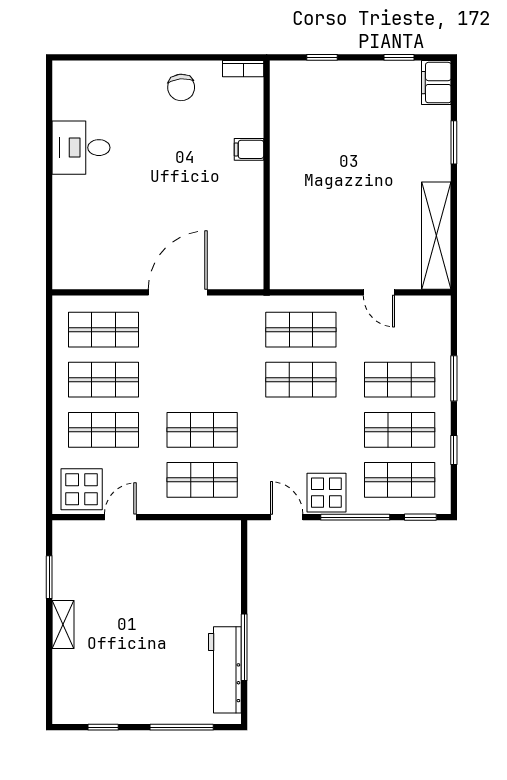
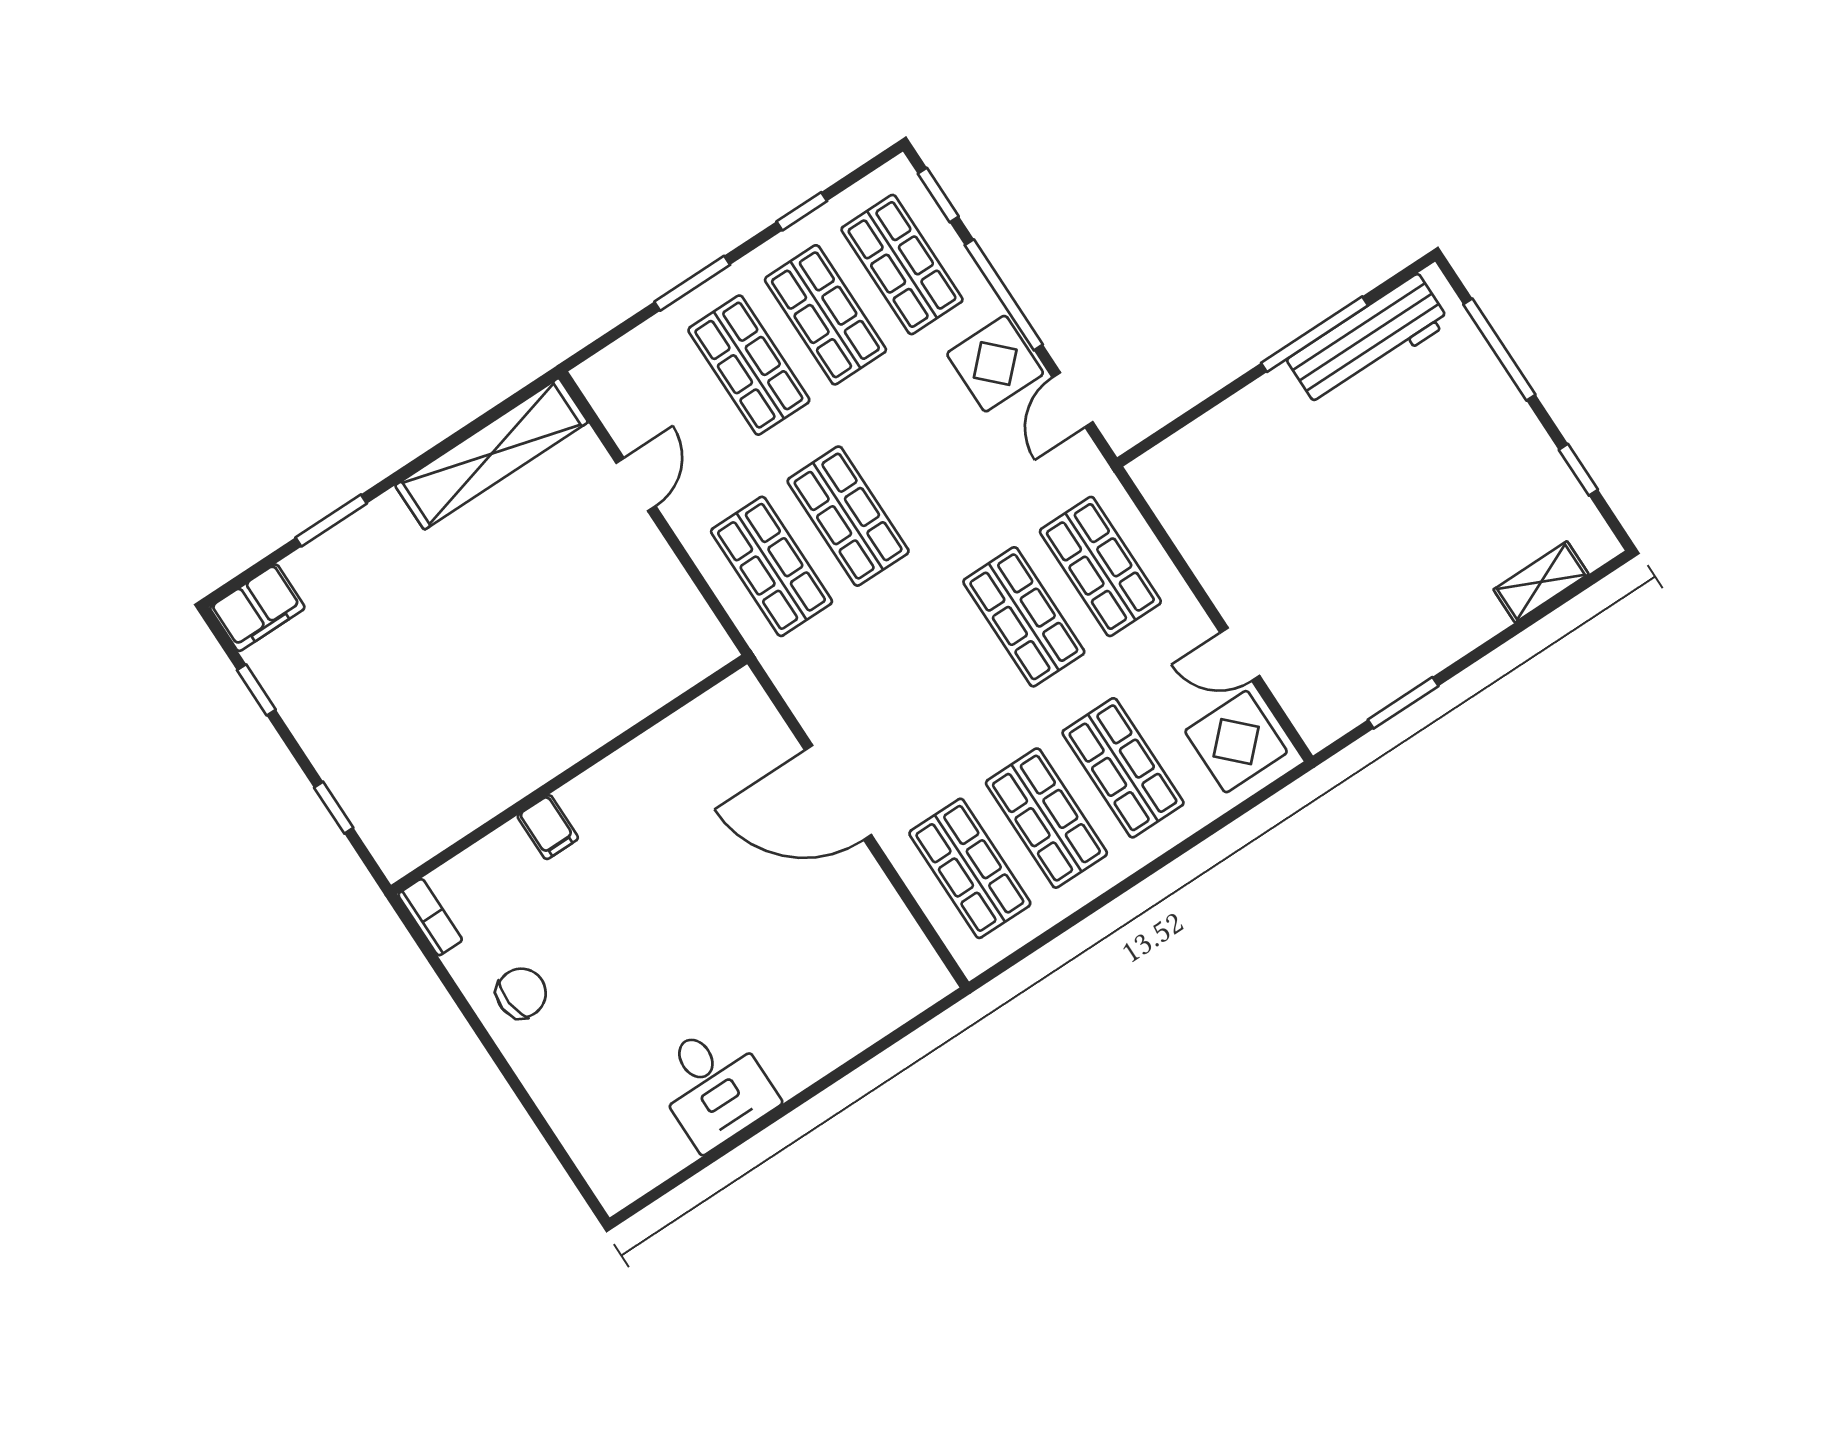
shelving: (63, 624) -> (1541, 582), moved

